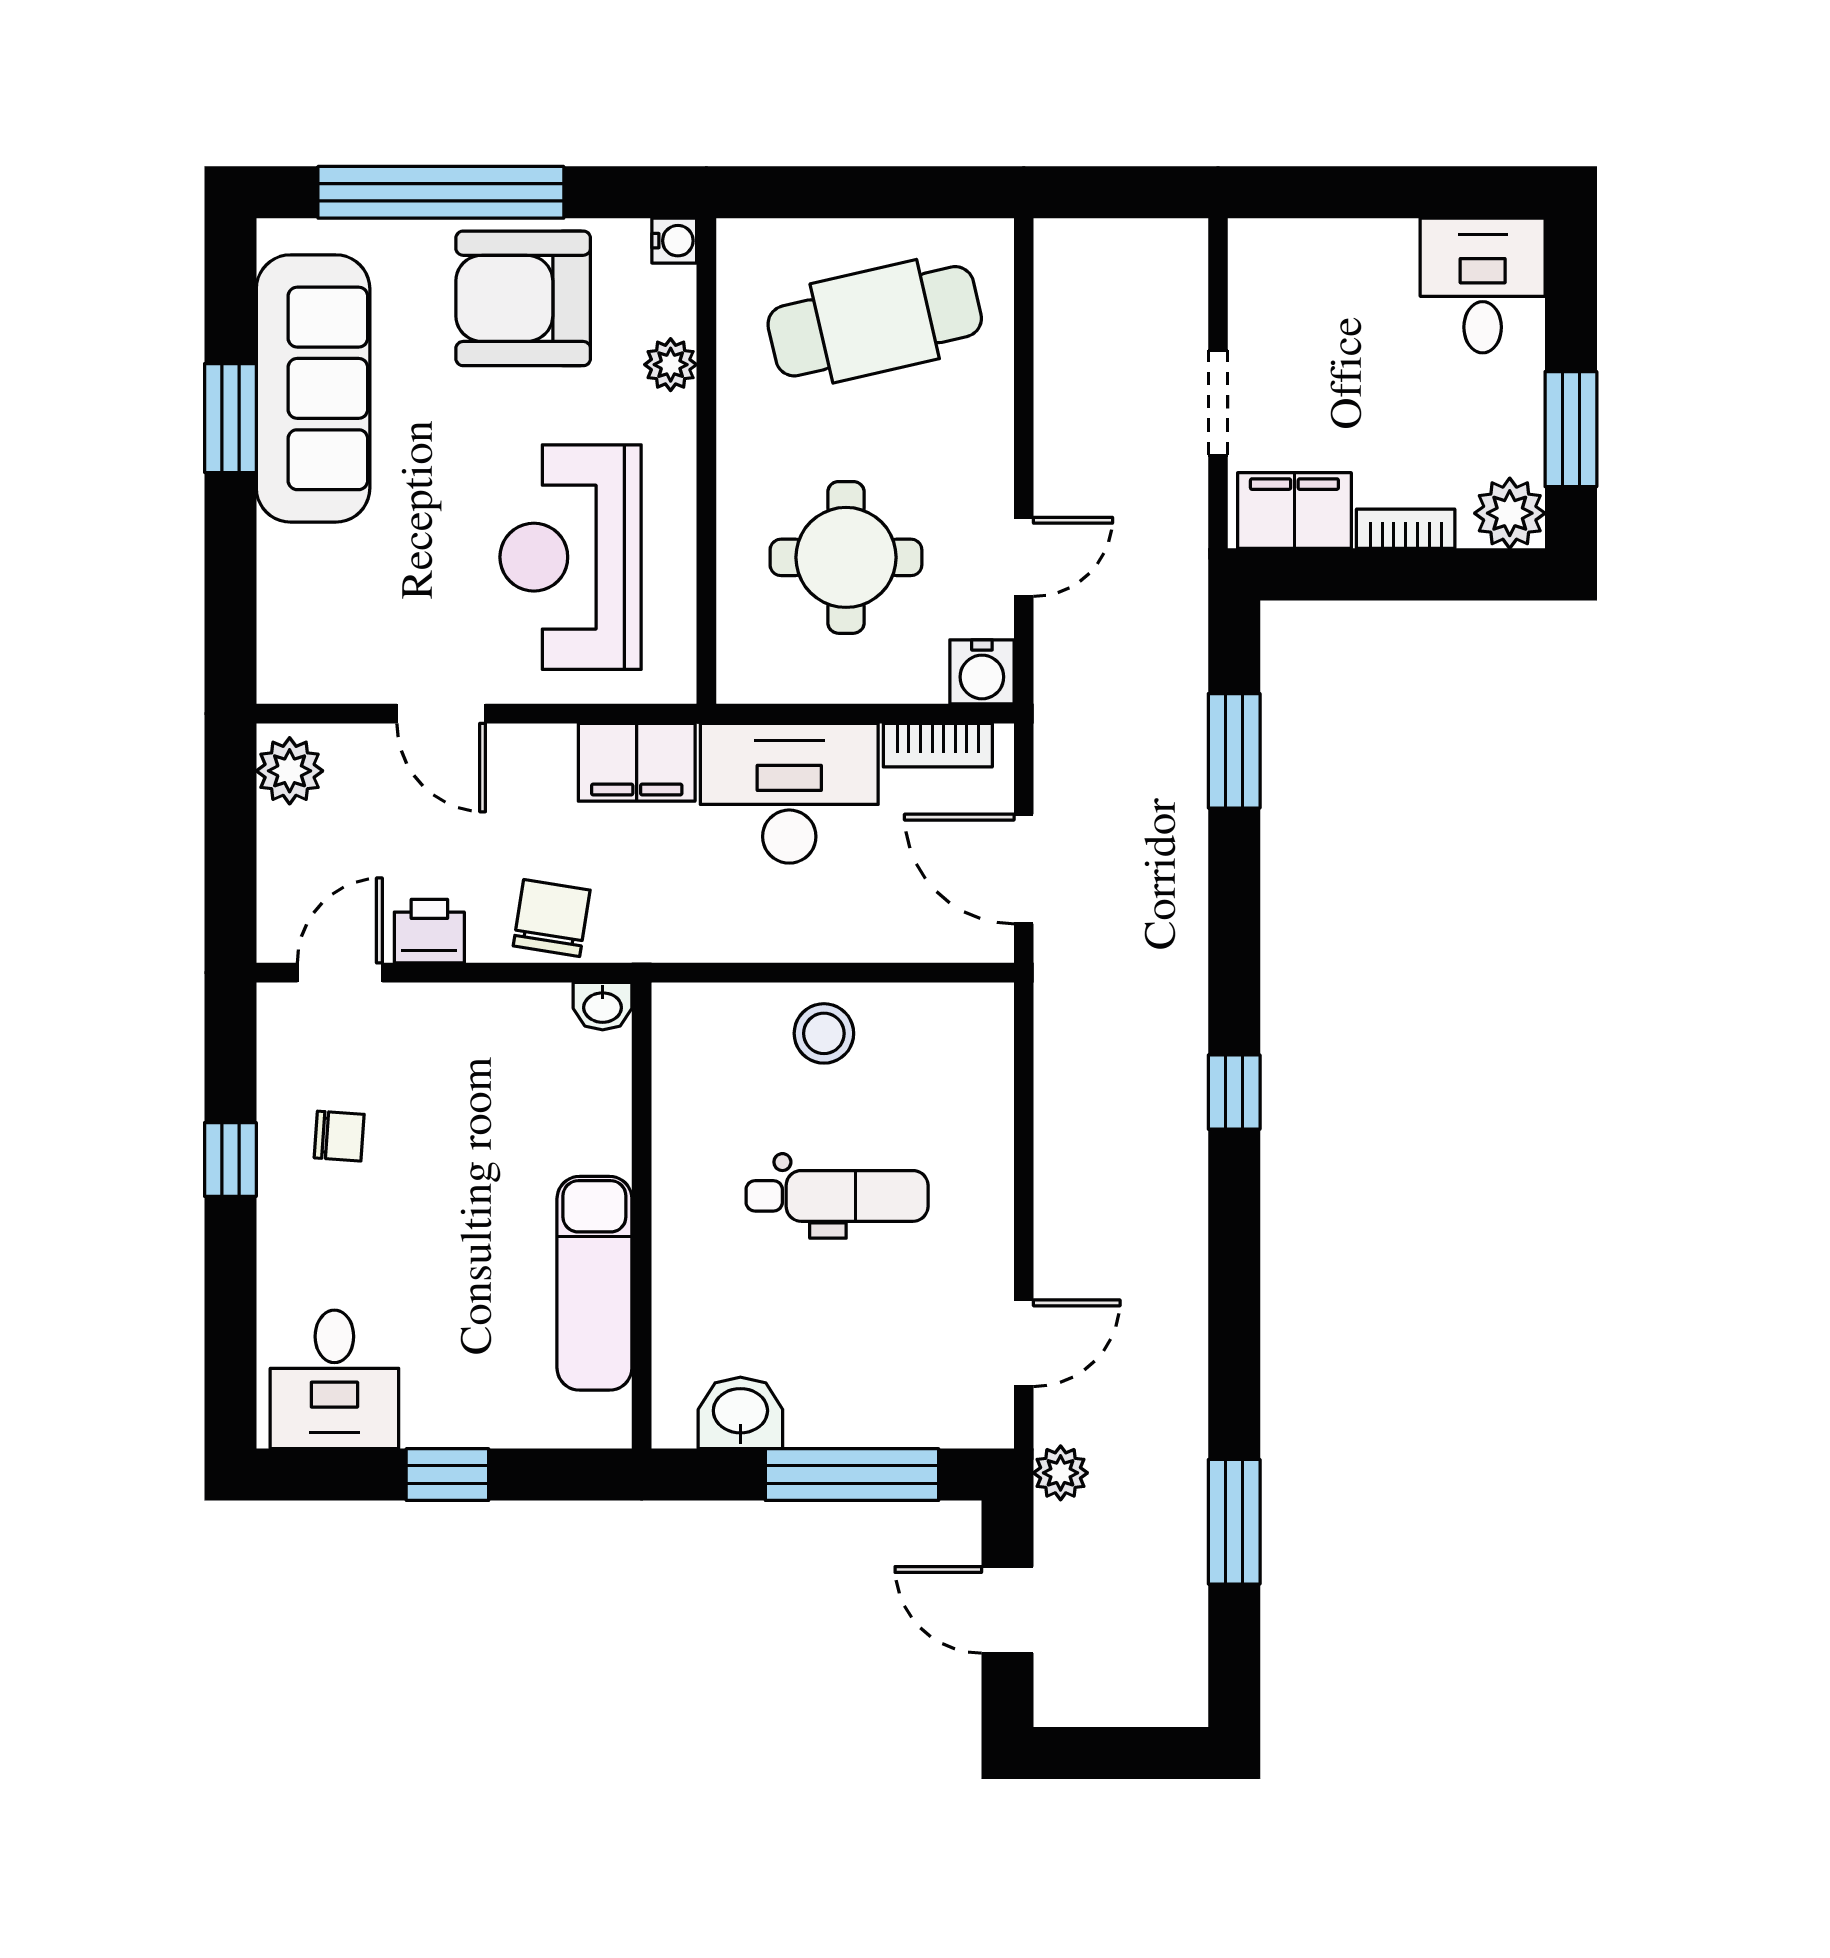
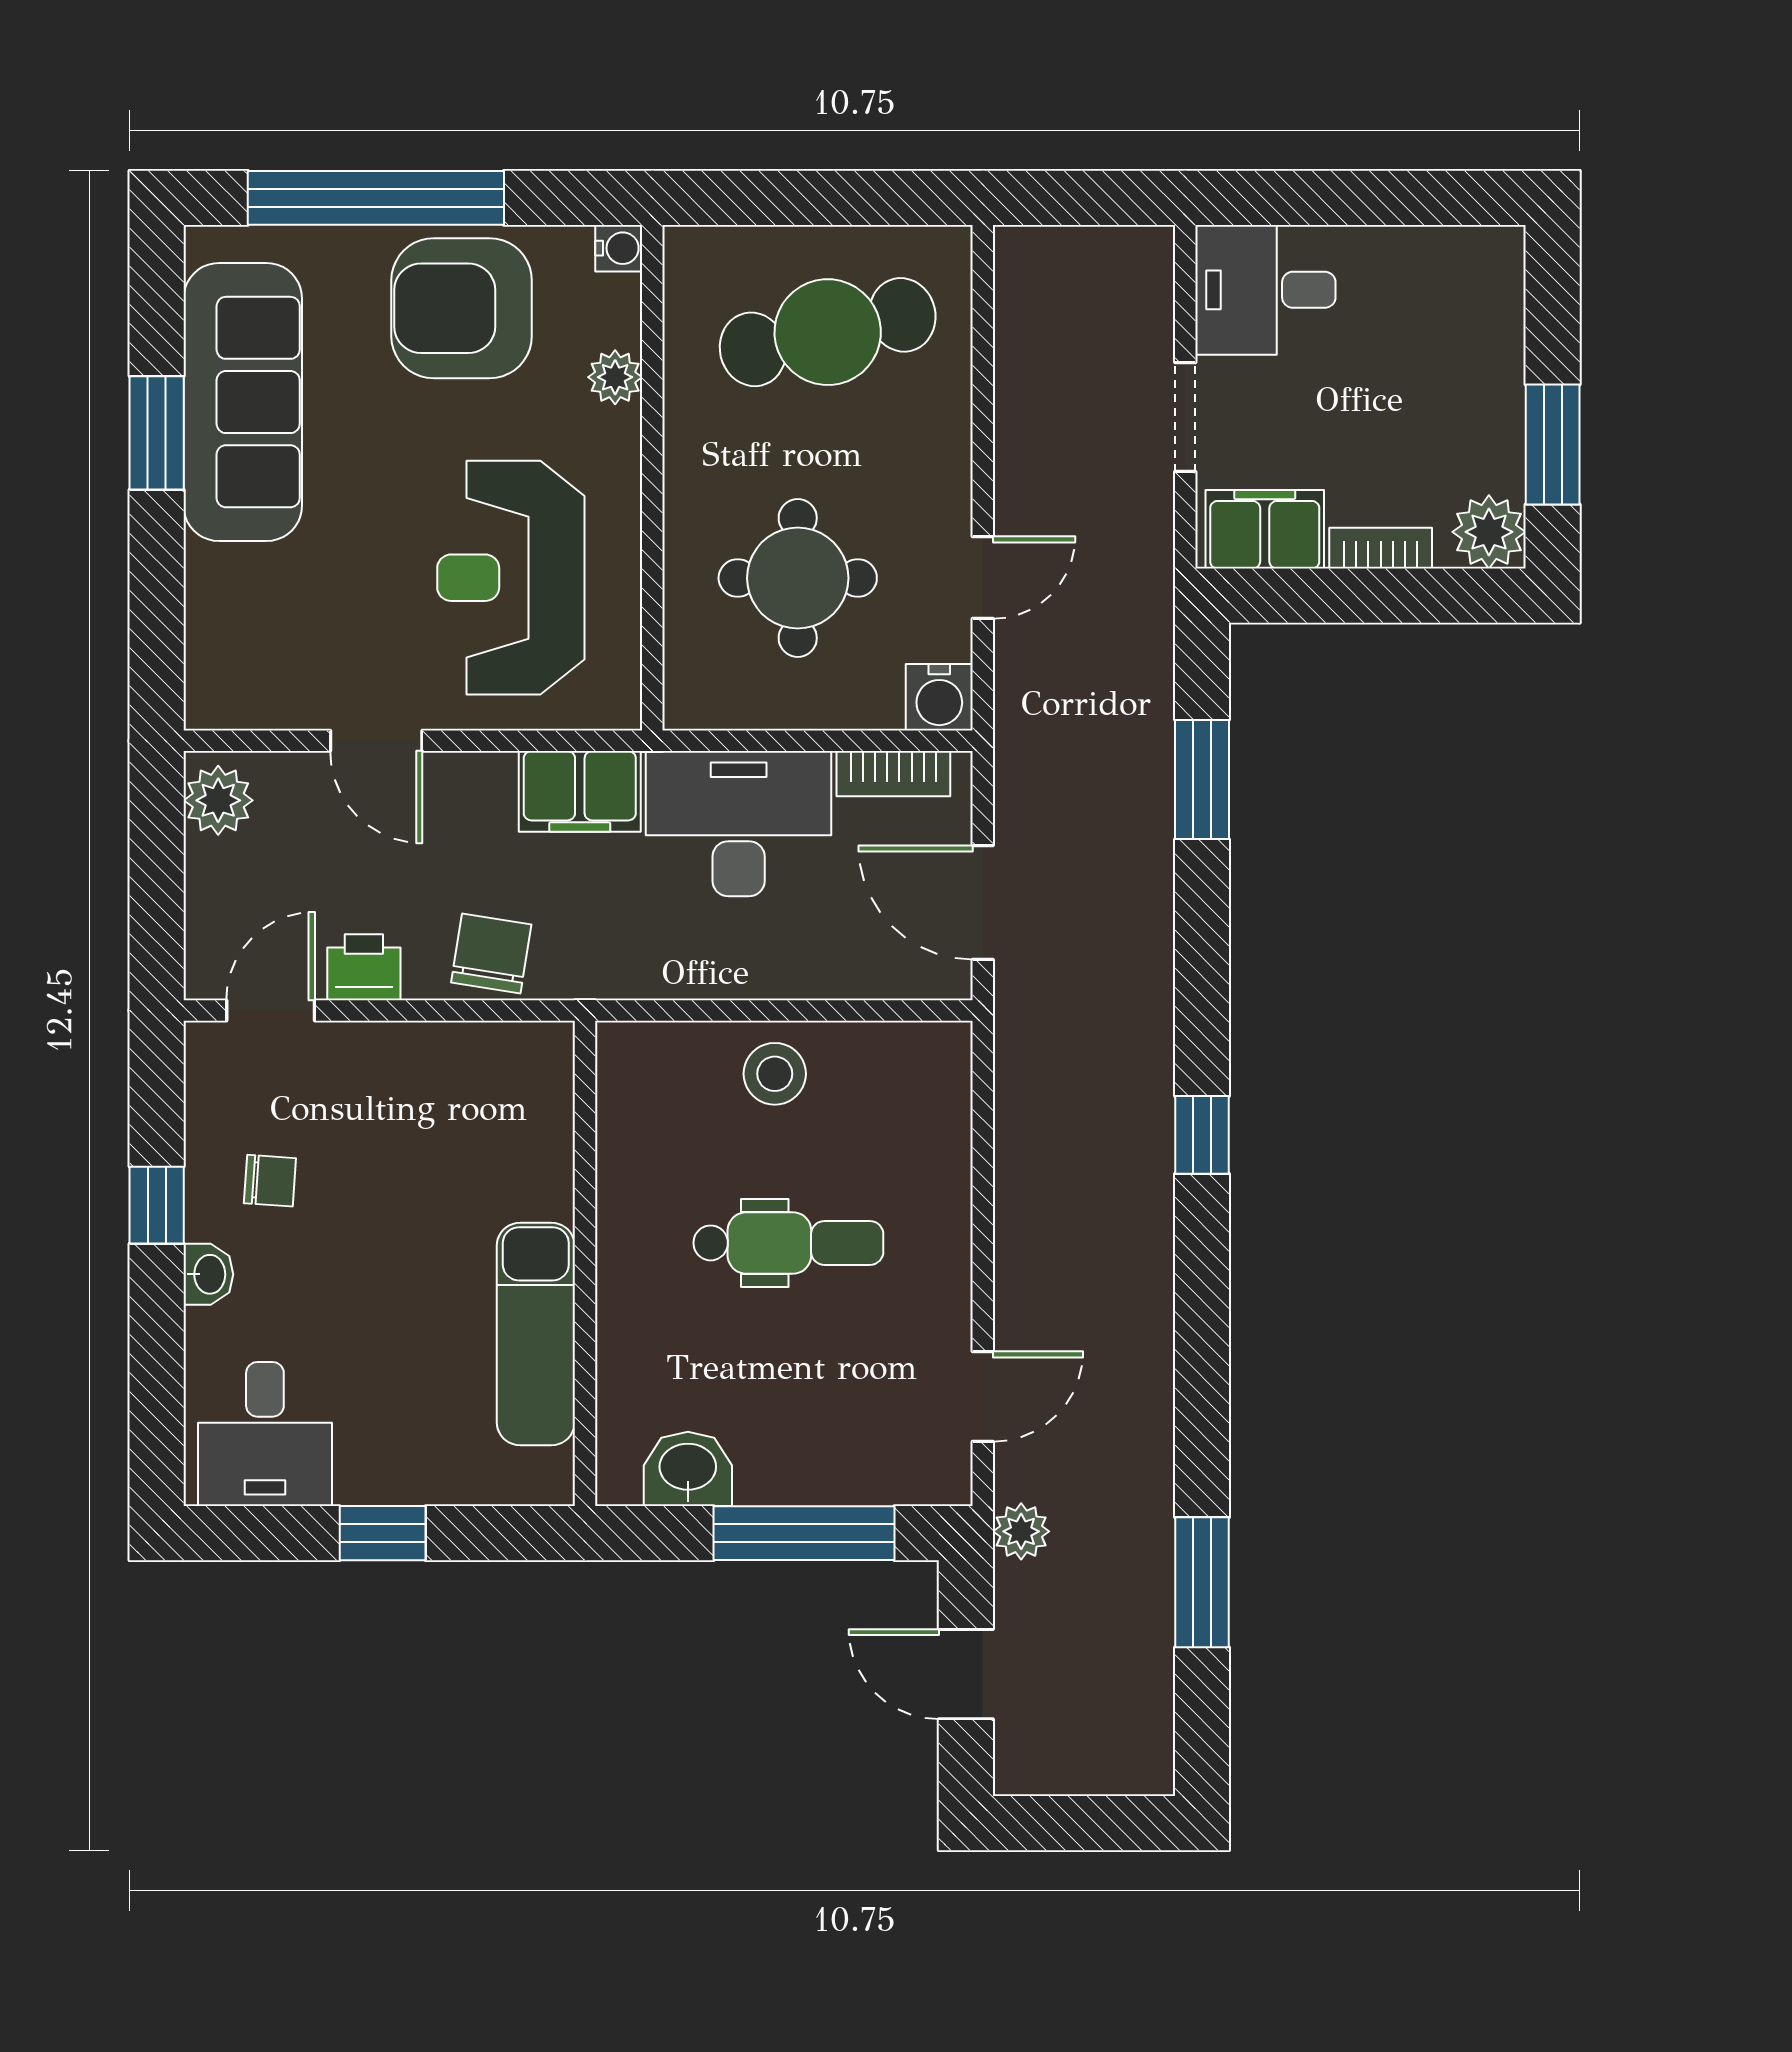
desk: (1483, 286) -> (1265, 290), moved, turned -90
washbasin: (603, 1006) -> (208, 1274), moved, turned -90

